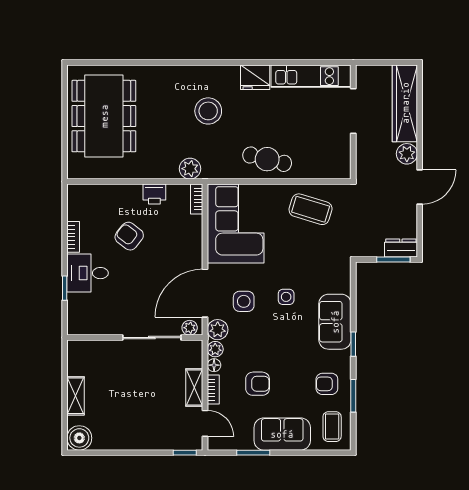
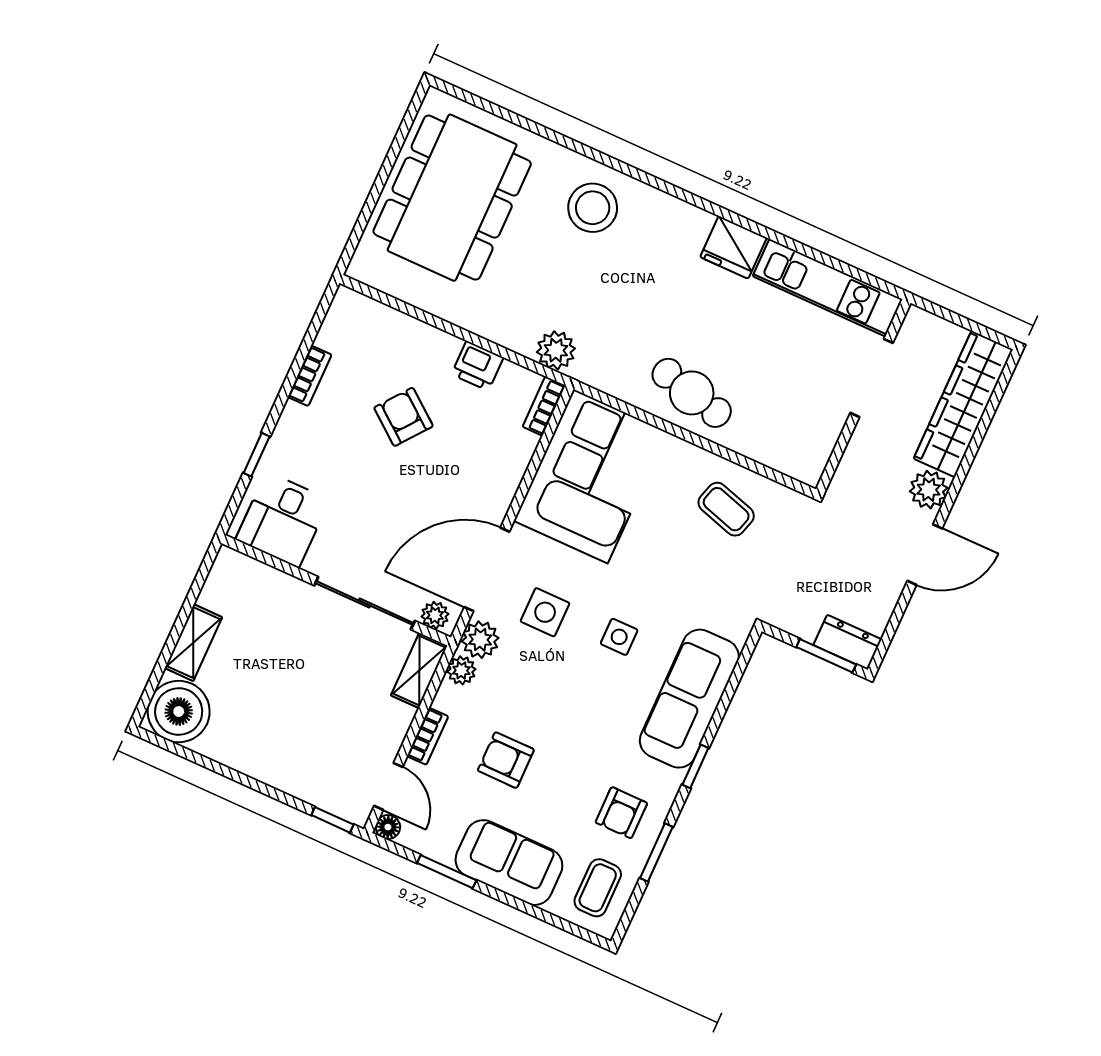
stool: (208, 111) -> (593, 208), moved
coffee table: (311, 209) -> (726, 509), width x0.73, depth x0.77
desk: (88, 273) -> (283, 520), moved, turned -90
sofa: (335, 322) -> (689, 699), width x1.36
floor lamp: (214, 365) -> (388, 827), moved
armchair: (258, 384) -> (506, 760), turned 180
armchair: (327, 384) -> (621, 813), turned -90
shelving: (194, 387) -> (419, 670), moved
boiler: (79, 438) -> (179, 712), width x1.37, depth x1.37

